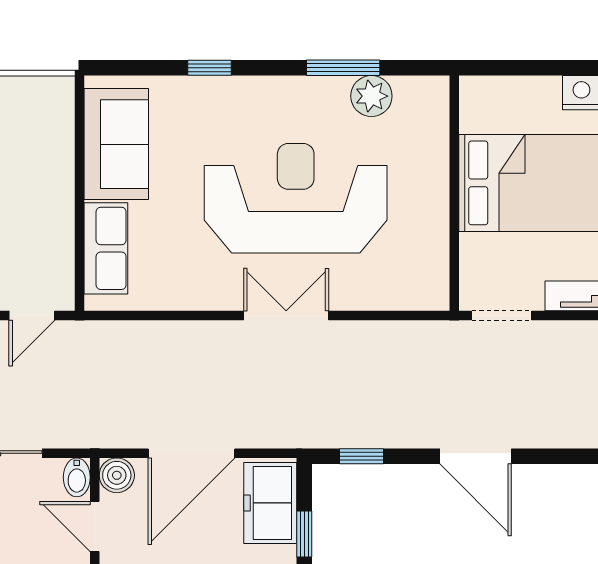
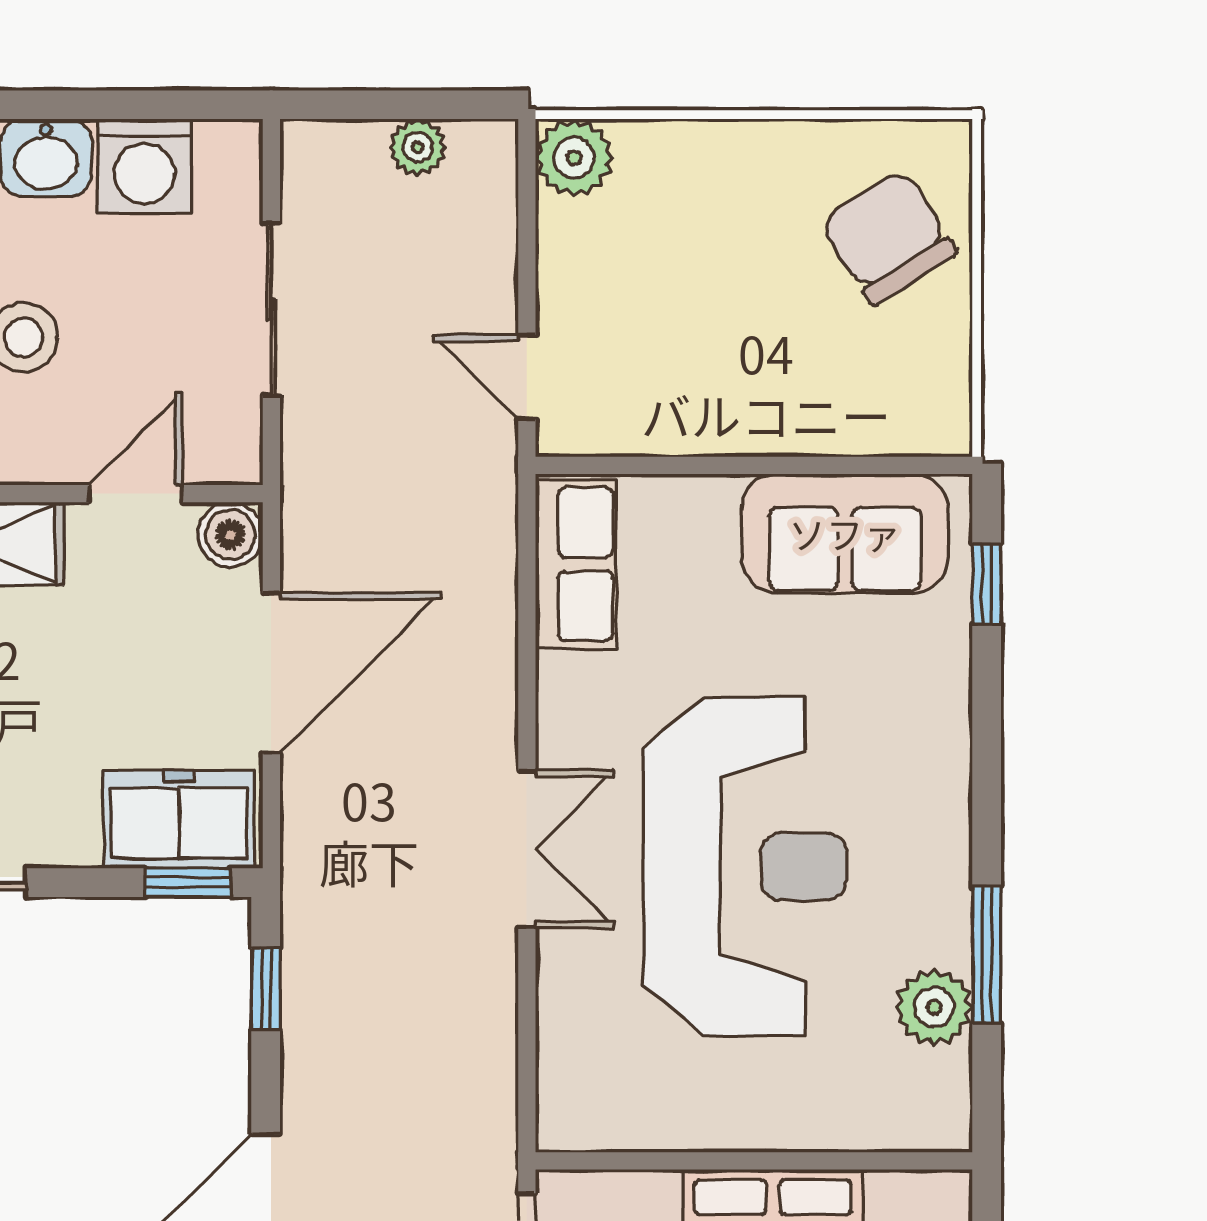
window: (210, 68) -> (987, 584), moved
row of seats: (106, 248) -> (576, 564), moved, turned -90
door: (191, 453) -> (271, 673), swing flipped
bidet: (77, 477) -> (226, 460), removed
window: (304, 534) -> (188, 883), moved

